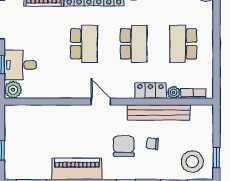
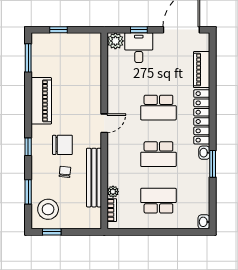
locker: (150, 91) -> (115, 170), removed

